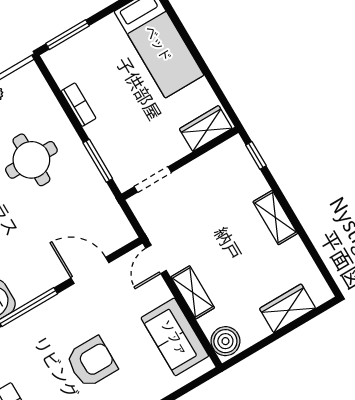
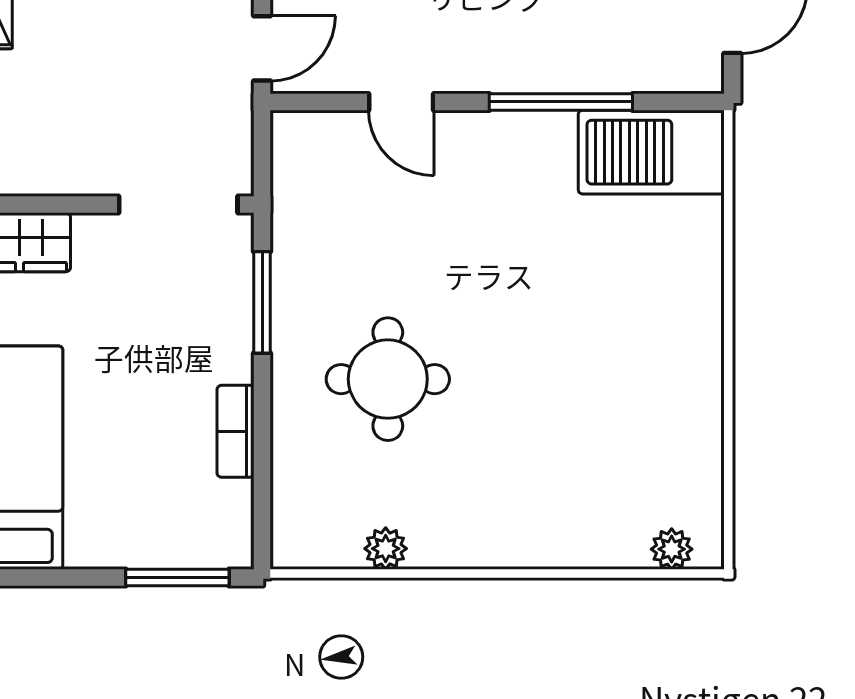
doorway: (153, 179) -> (178, 205), width x1.38
door: (90, 270) -> (401, 102), width x0.73

